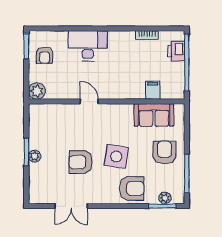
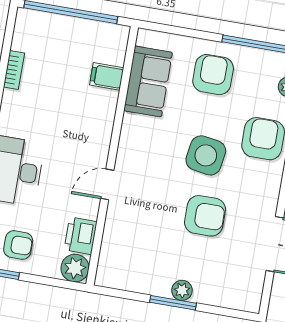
printer: (176, 51) -> (81, 236), moved, turned 90
armchair: (165, 153) -> (213, 75), turned 90
armchair: (81, 162) -> (205, 216), turned -90

